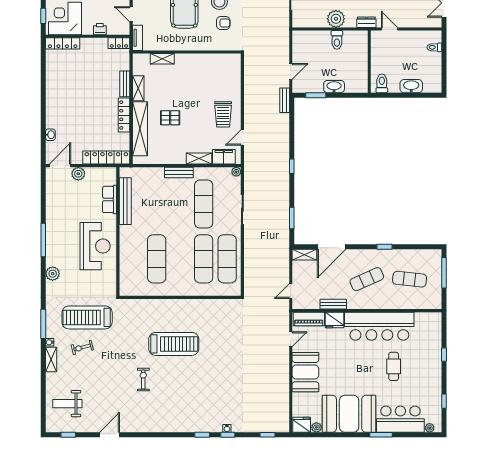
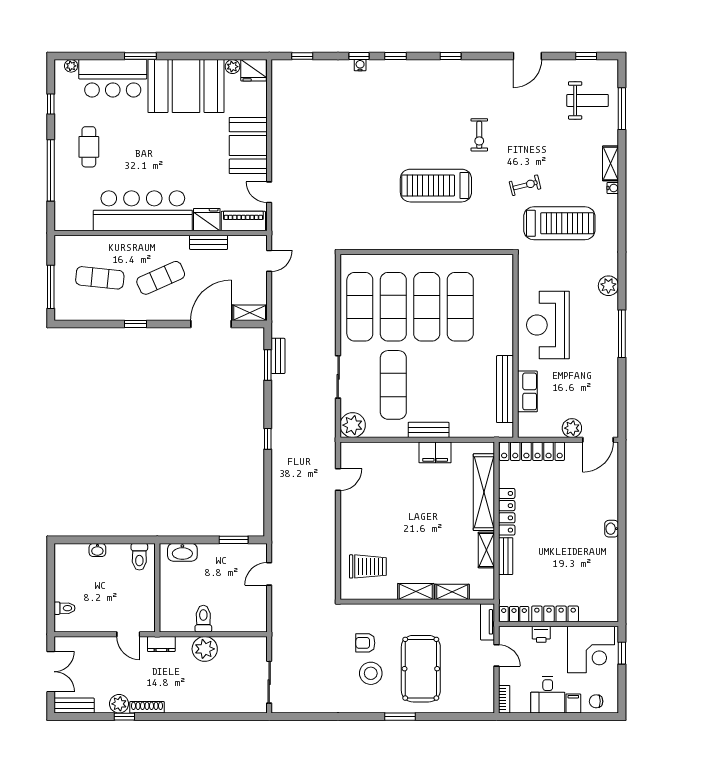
locker: (63, 43) -> (555, 614), moved
washbasin: (411, 86) -> (97, 550), width x0.52, depth x0.69
washbasin: (334, 87) -> (182, 552), moved
bench: (285, 100) -> (278, 356), moved
trolley: (223, 114) -> (368, 566), moved, turned 90
pallet: (170, 118) -> (441, 508), removed
washbasin: (50, 135) -> (612, 529), moved
filing cabinet: (224, 157) -> (435, 452), moved
shelving: (199, 158) -> (416, 591), moved
plant: (236, 172) -> (353, 425), width x1.87, depth x1.87
exercise mat: (180, 259) -> (427, 307), added
window: (43, 324) -> (622, 109), moved
door: (291, 339) -> (269, 192), hinge flipped
exercise bike: (82, 347) -> (525, 185), moved
window: (444, 355) -> (51, 170), width x3.17
cafe table: (394, 366) -> (89, 147), moved
window: (163, 435) -> (451, 56), added

